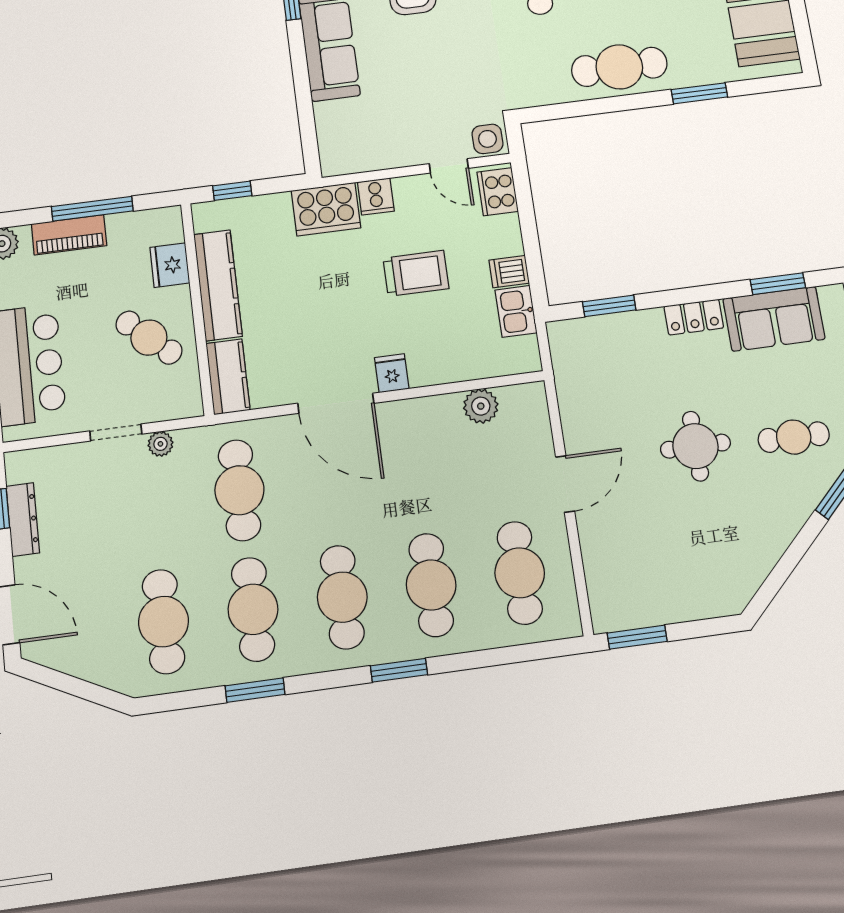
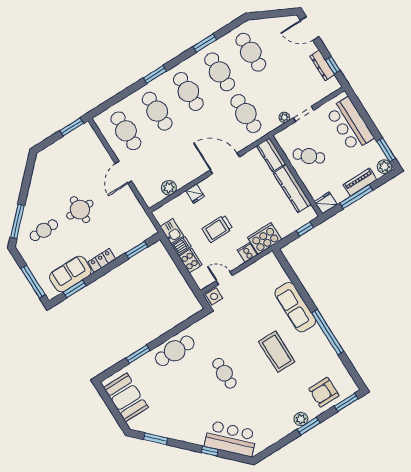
cooker: (498, 192) -> (190, 261), moved
fridge: (170, 265) -> (326, 203), moved, turned -90
fridge: (392, 373) -> (195, 194), moved

